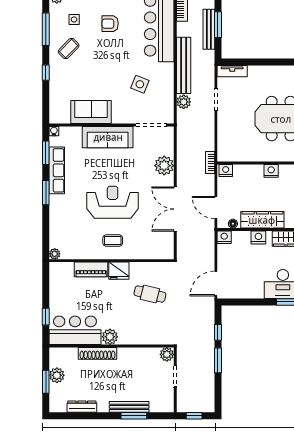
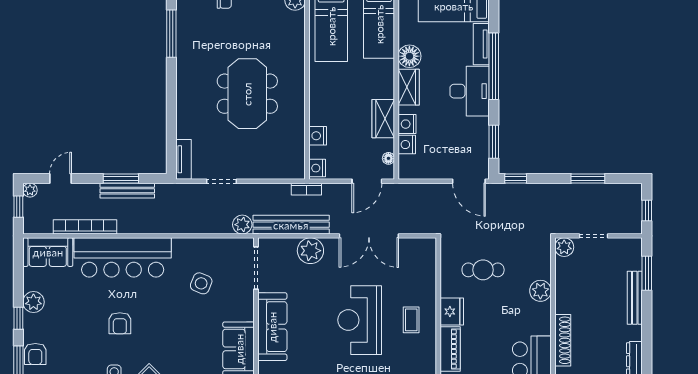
bench: (184, 65) -> (291, 225), moved
plant: (184, 102) -> (242, 225), moved
nightstand: (271, 171) -> (318, 136), moved
wardrobe: (262, 220) -> (383, 119), width x0.67
nightstand: (224, 237) -> (407, 145), moved
cafe table: (150, 294) -> (483, 270), turned 76
window: (245, 302) -> (494, 142), added
window: (218, 332) -> (516, 179), moved
plant: (110, 337) -> (540, 291), moved
window: (218, 360) -> (588, 179), moved
window: (134, 416) -> (647, 273), moved

